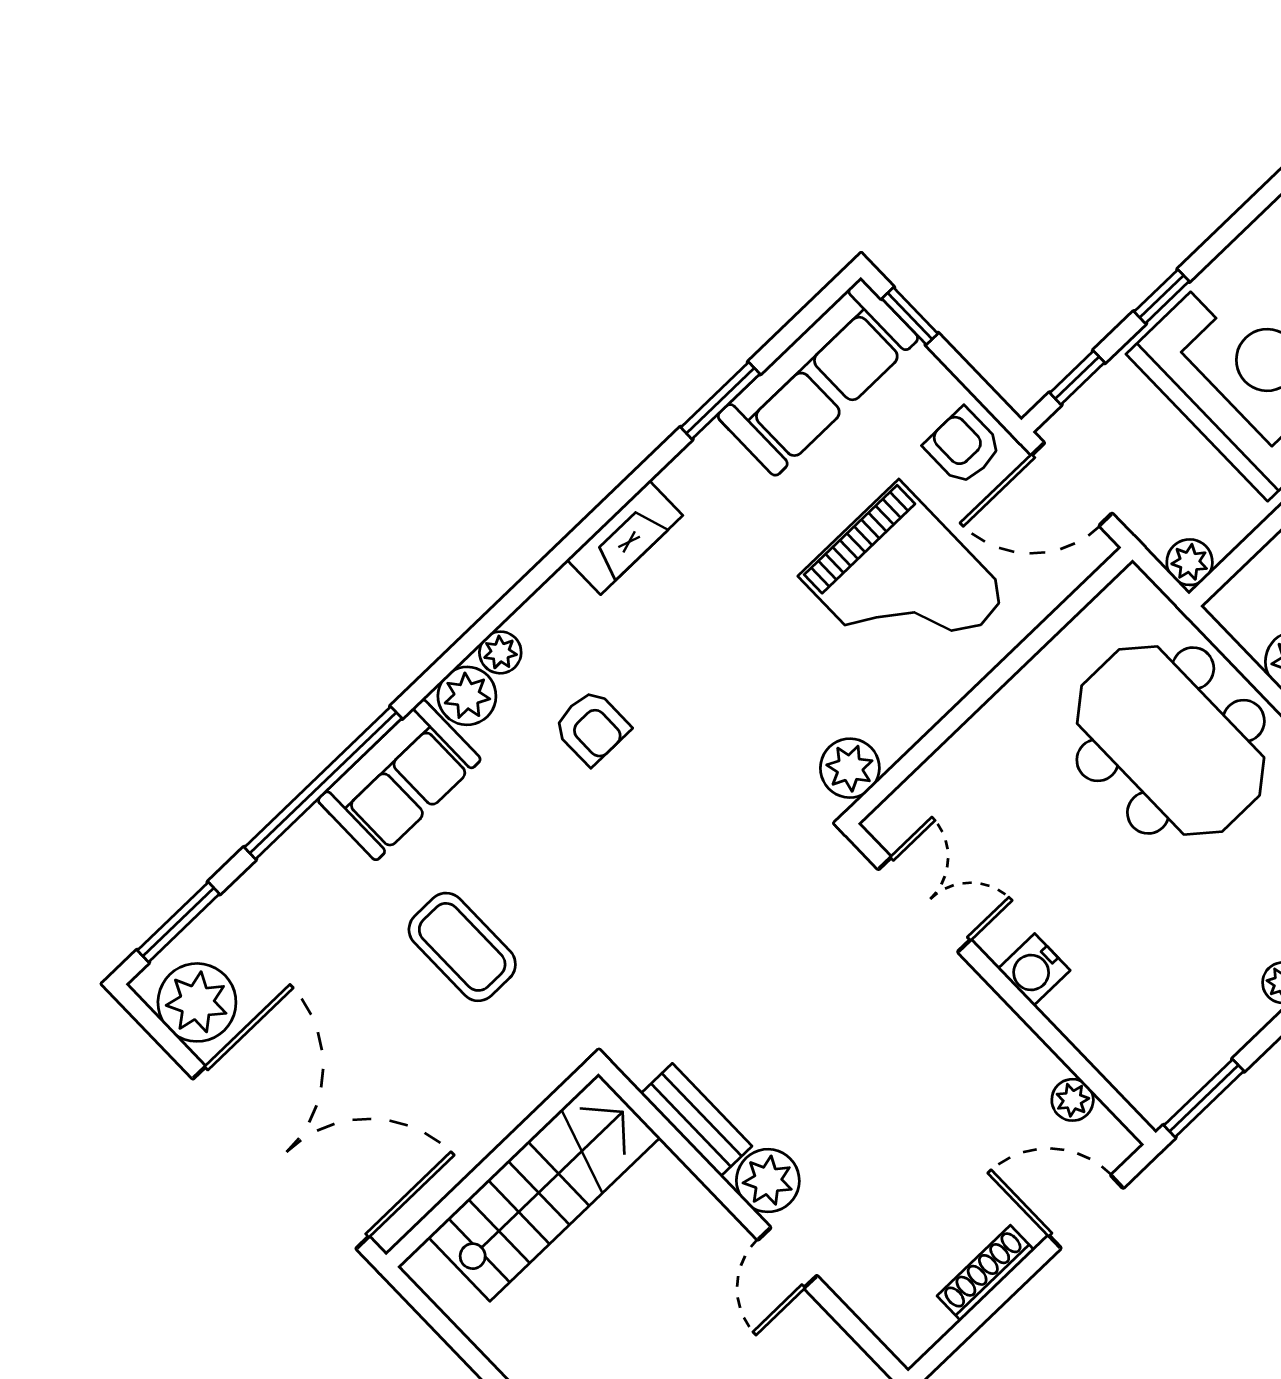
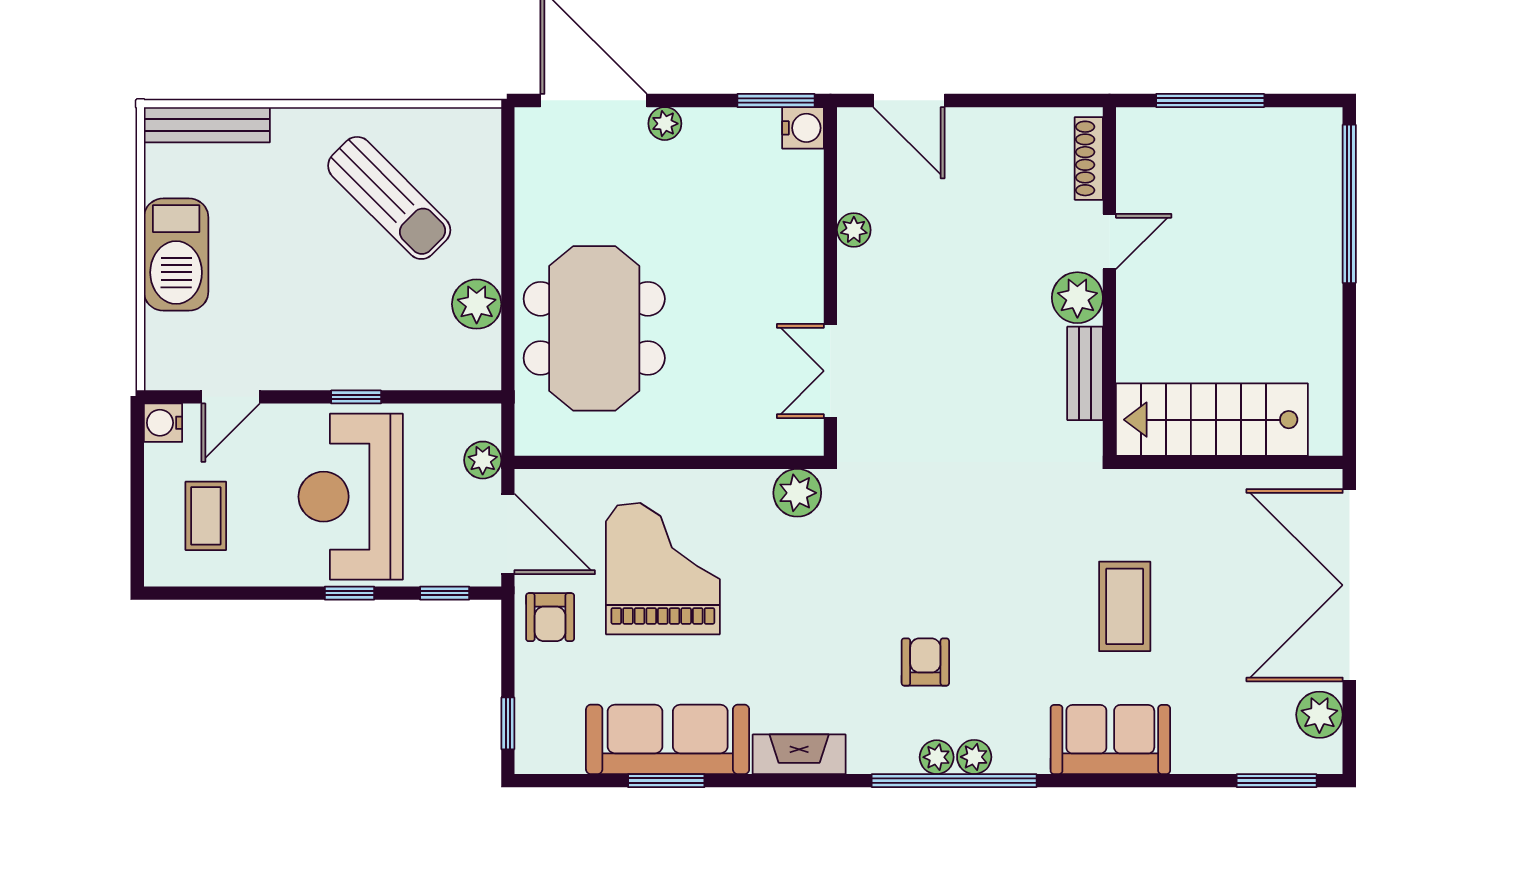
sofa: (818, 377) -> (668, 739), moved
plant: (1190, 562) -> (483, 460), moved
plant: (467, 696) -> (974, 757), width x0.73, depth x0.73
sofa: (399, 780) -> (1110, 739), moved
window: (323, 783) -> (954, 781), moved
water cooler: (1034, 970) -> (803, 128), moved
plant: (197, 1002) -> (1319, 715), width x0.73, depth x0.73
plant: (1073, 1100) -> (854, 230), moved
shoe rack: (986, 1273) -> (1089, 158), moved, turned 90

